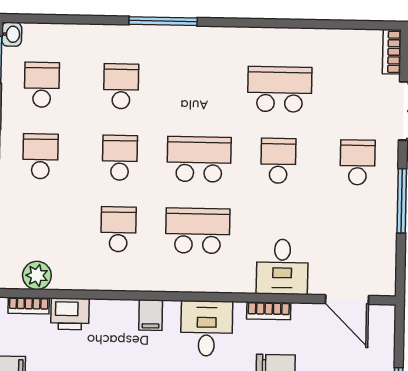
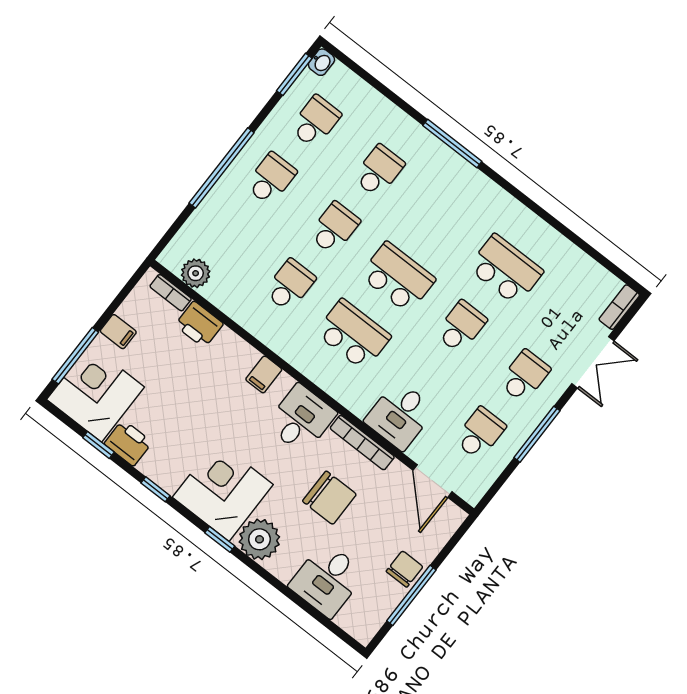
school desk: (356, 234) -> (480, 433), added
bookcase: (269, 311) -> (362, 443), width x1.56

